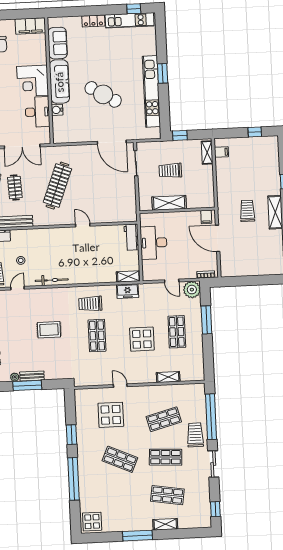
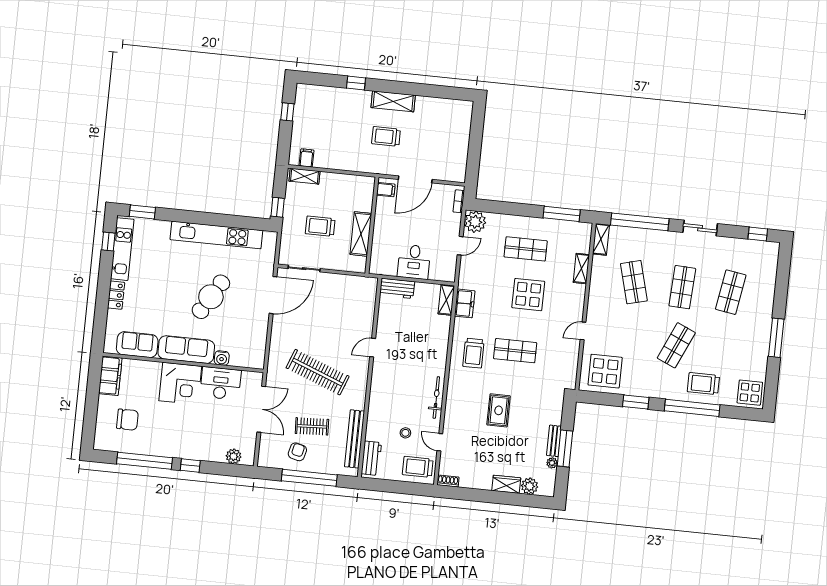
window: (163, 73) -> (142, 212), moved
trolley: (170, 171) -> (320, 226), turned 90
desk: (154, 243) -> (414, 262), width x0.73
window: (206, 320) -> (562, 214), moved
display table: (111, 415) -> (605, 371), moved
trolley: (195, 435) -> (703, 384), moved
shelving: (165, 524) -> (601, 239), moved

